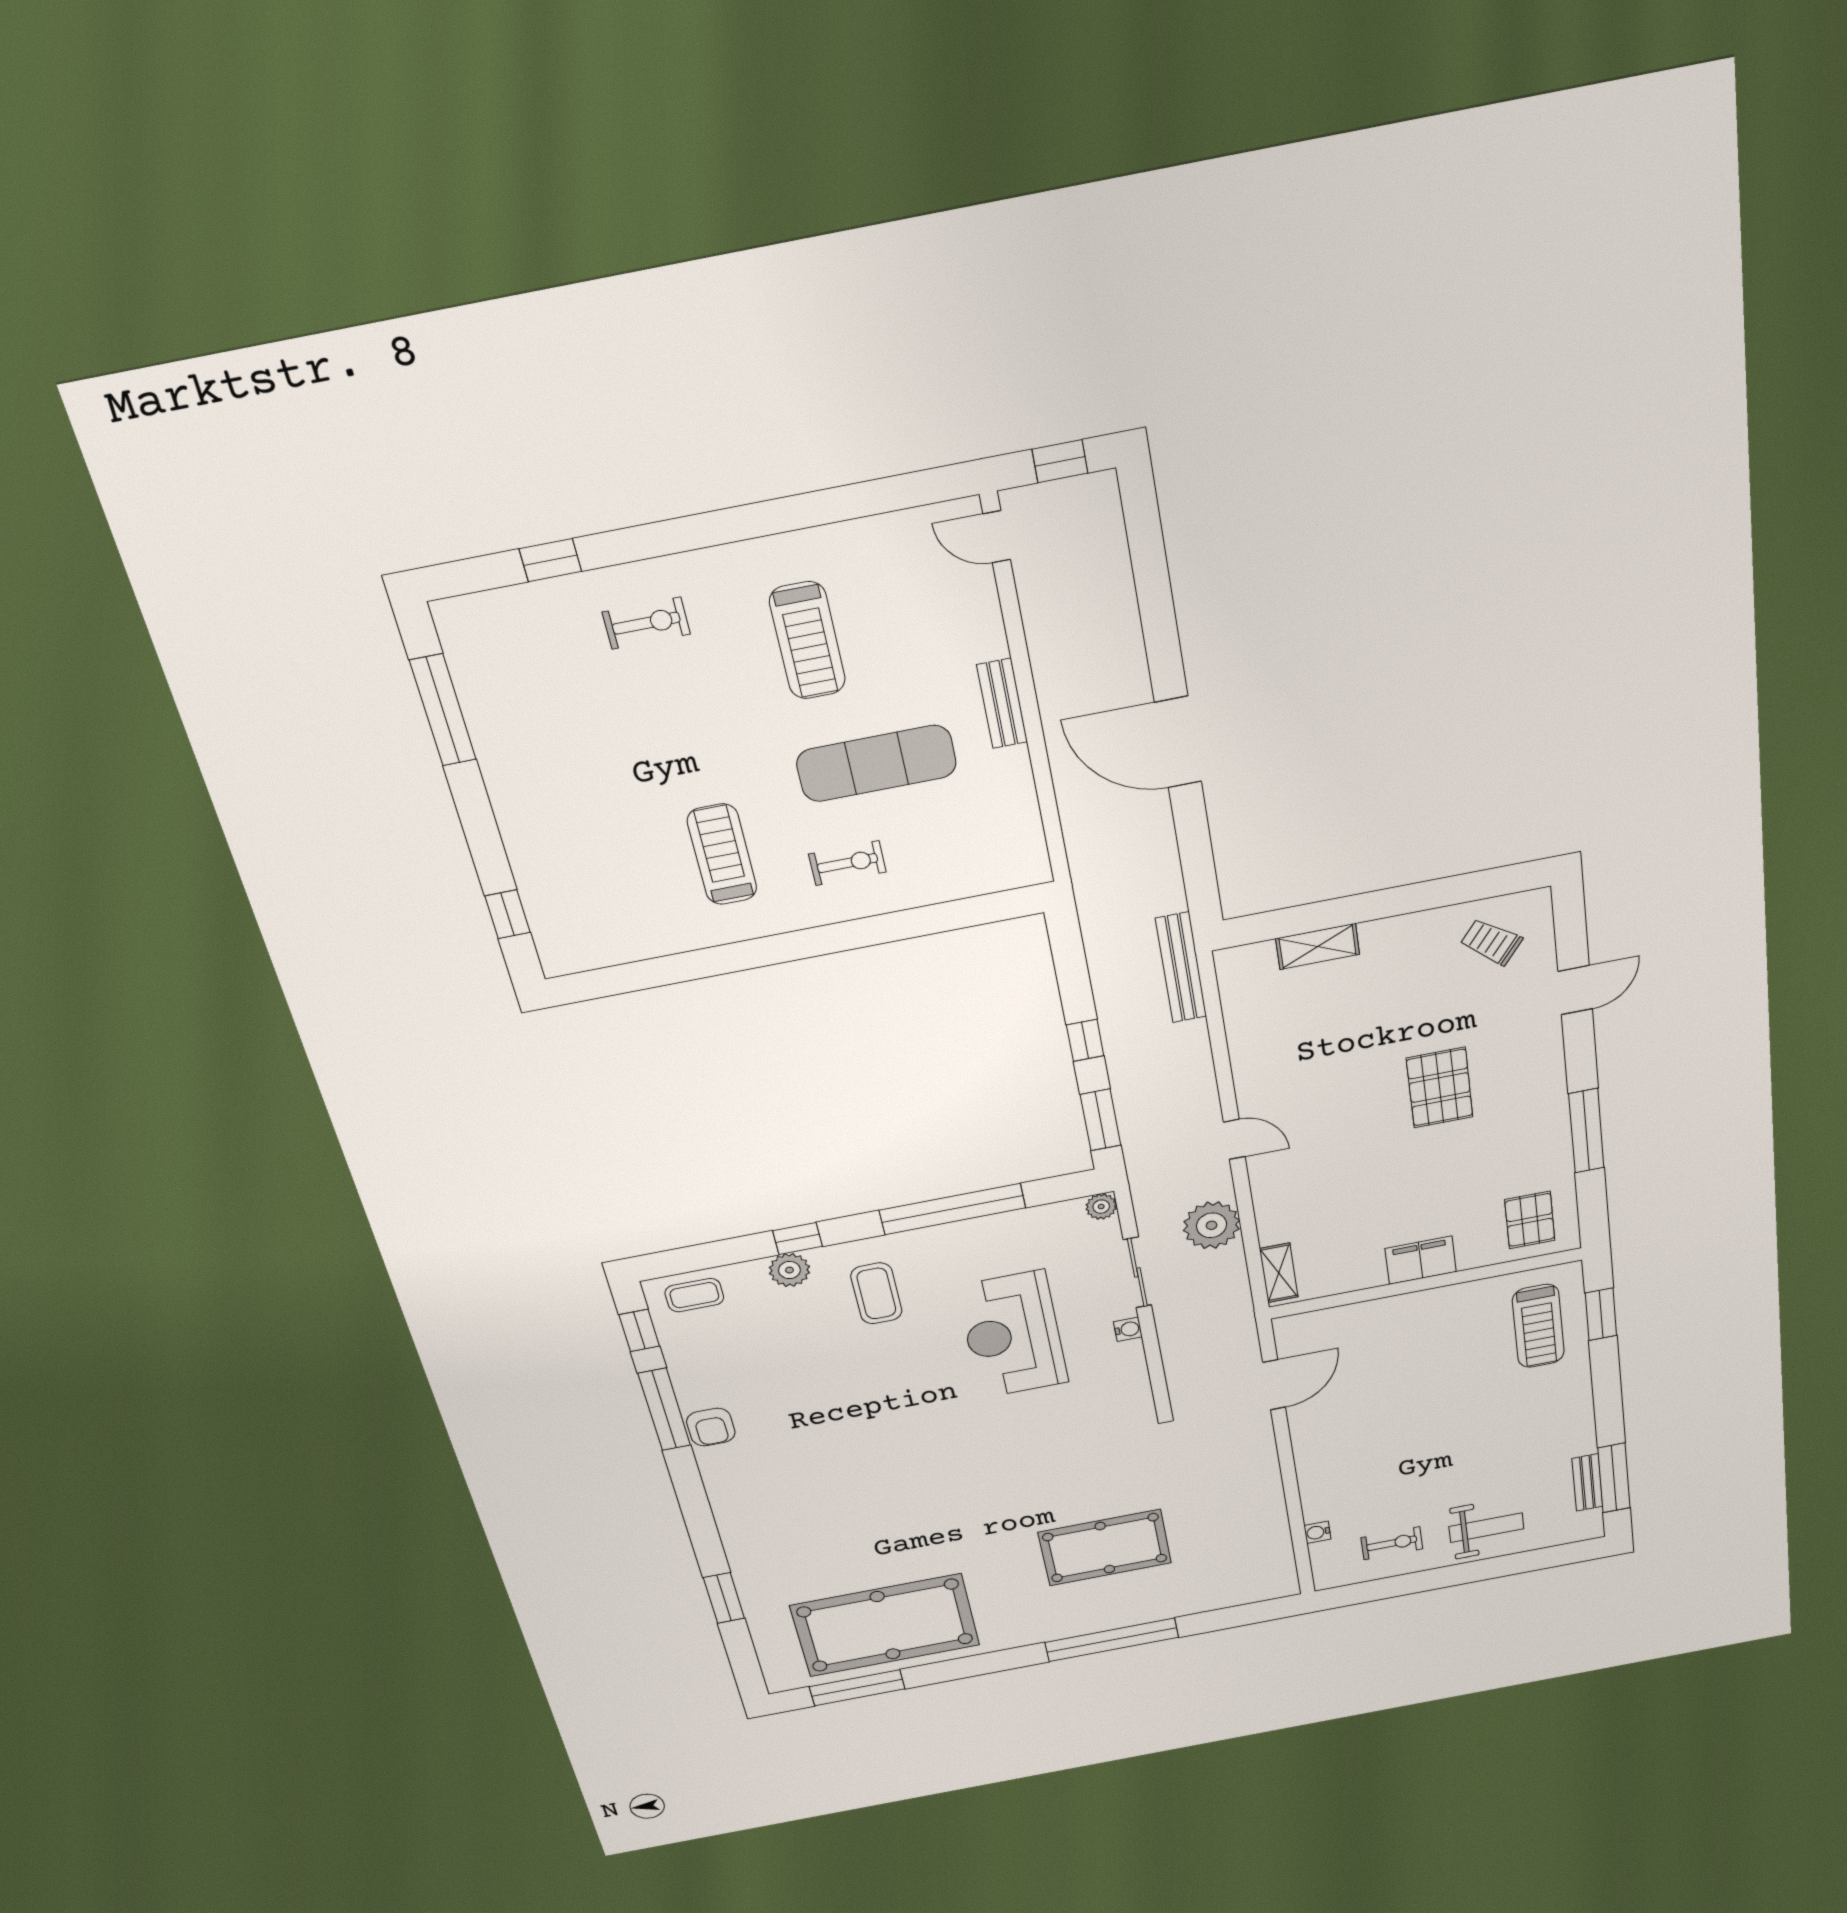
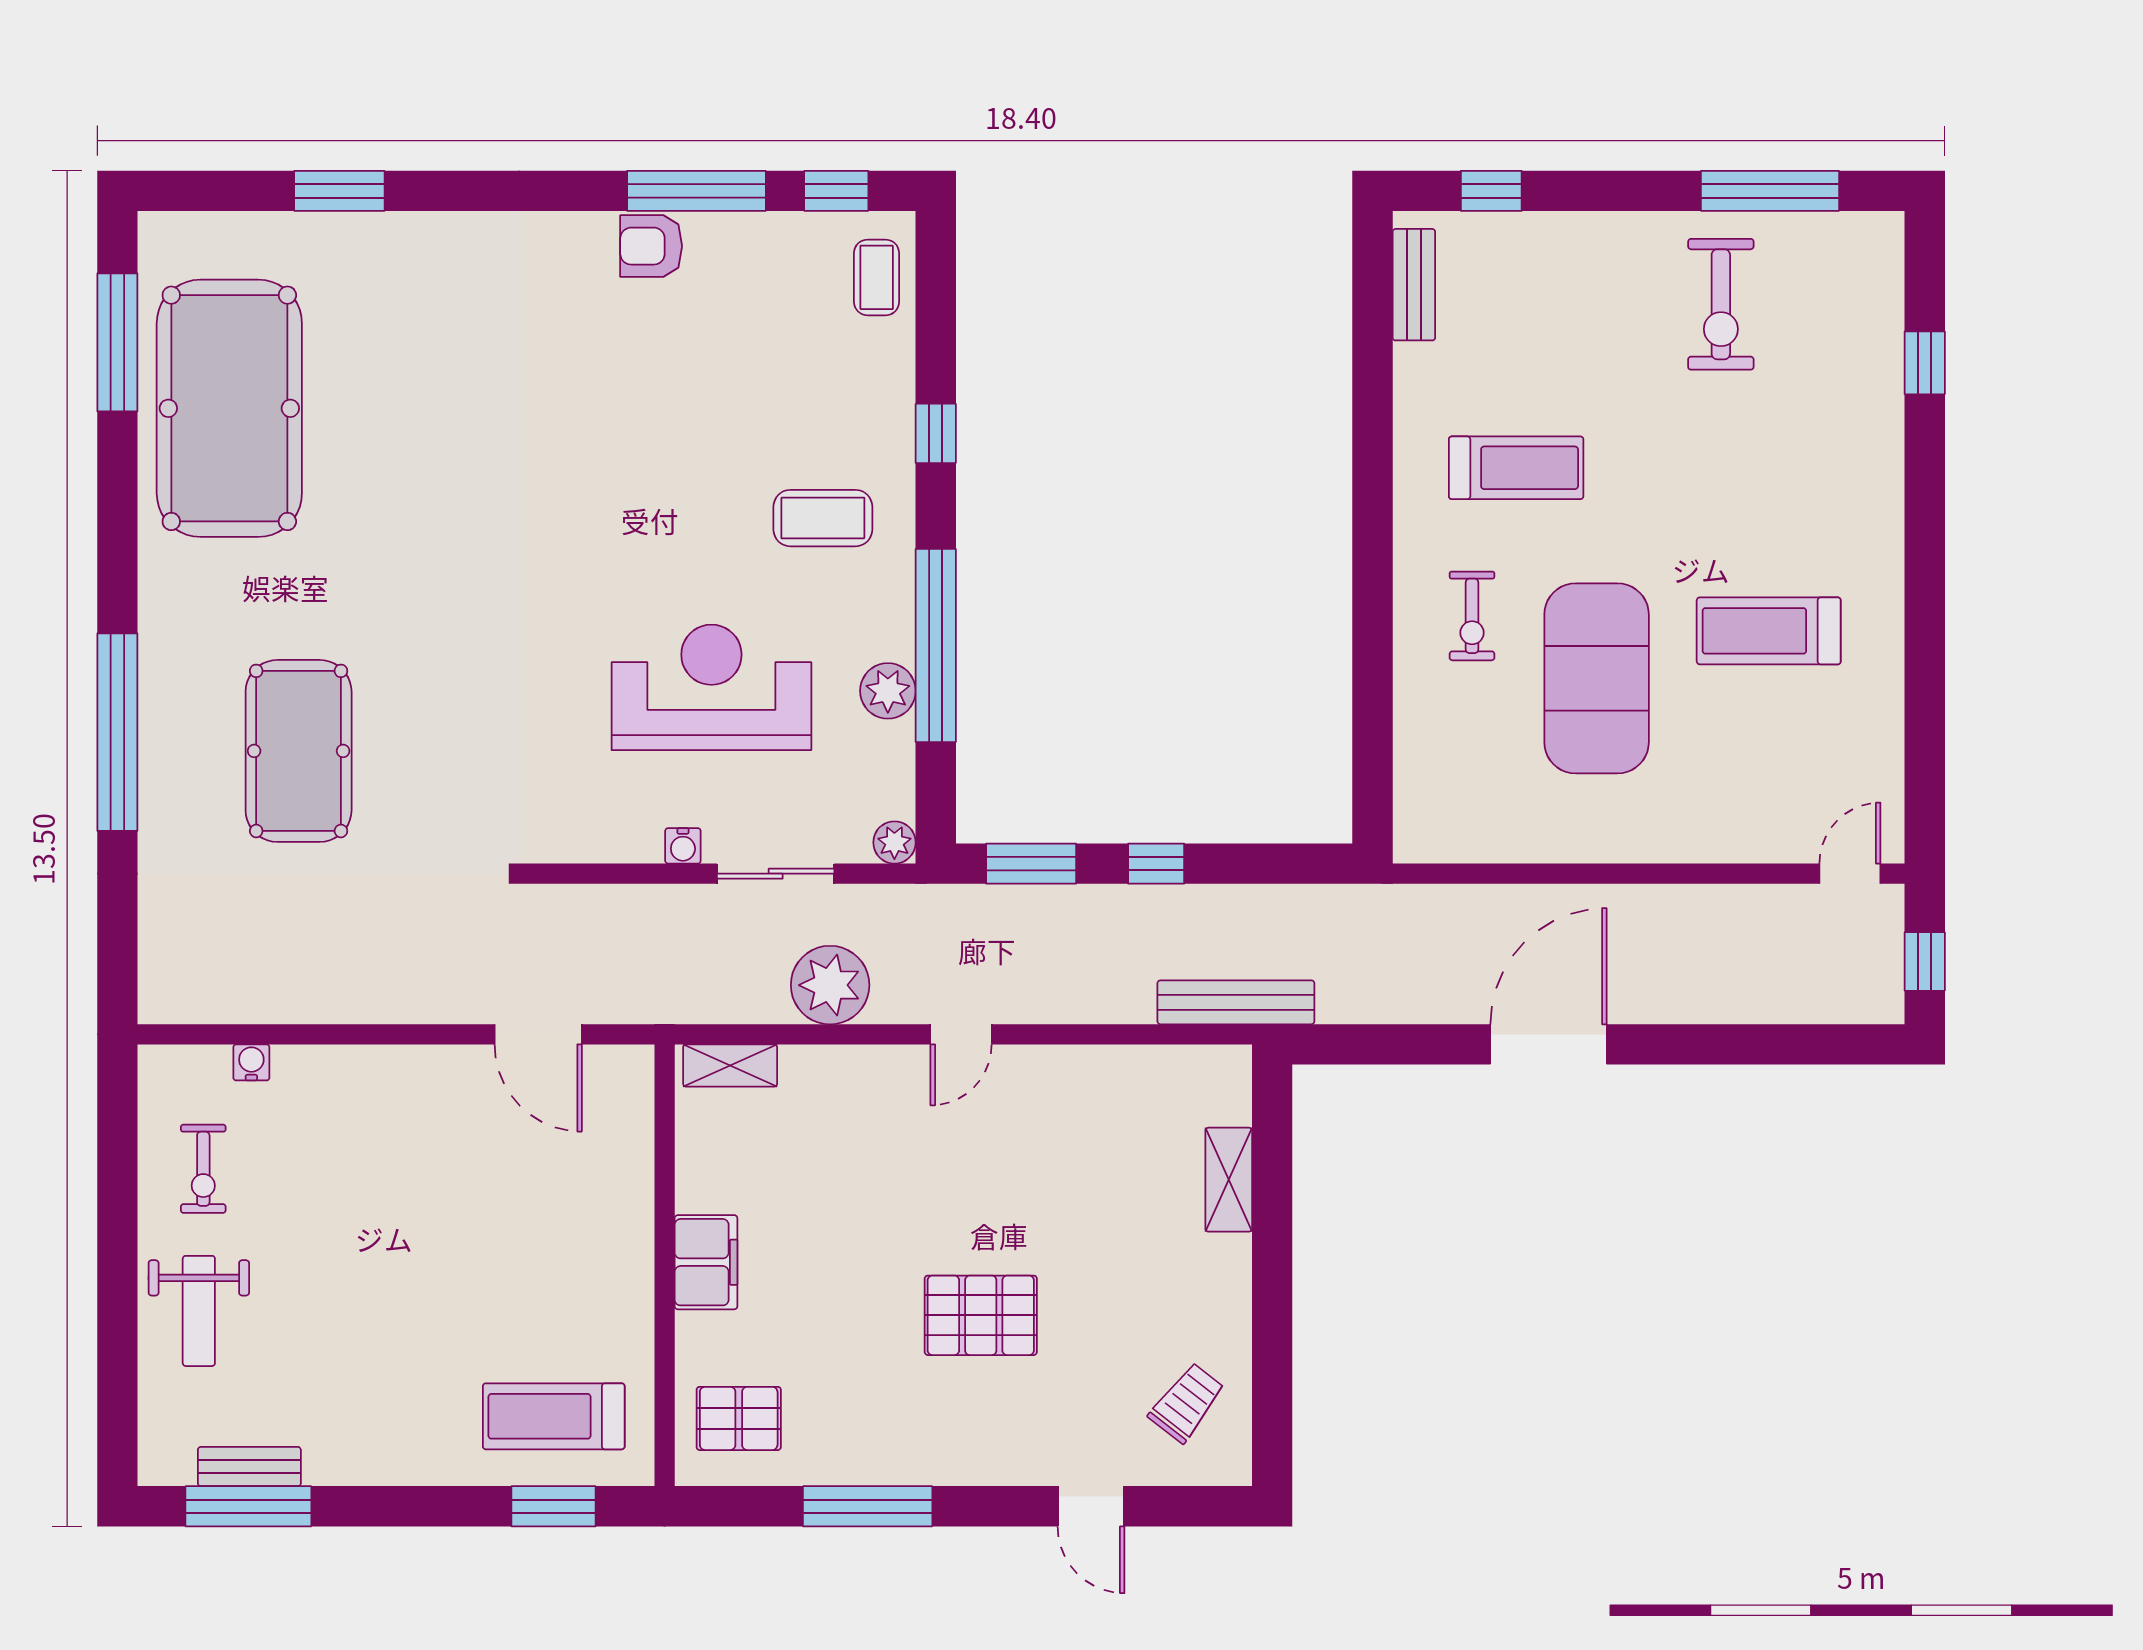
exercise bike: (646, 623) -> (1721, 304), moved, width x1.38, depth x1.39
bench: (1002, 703) -> (1414, 285), moved, turned 90
exercise mat: (876, 763) -> (1597, 678), width x1.47
plant: (789, 1270) -> (888, 691), moved

